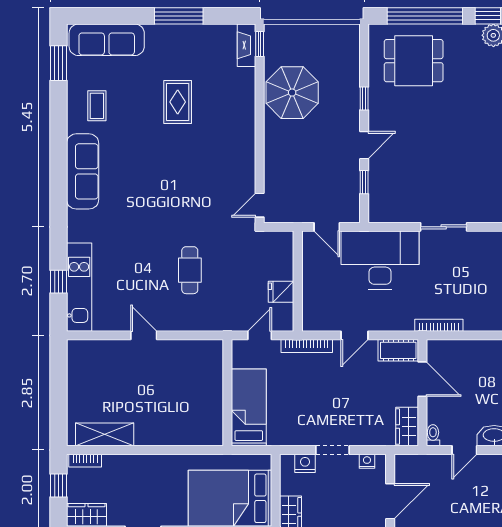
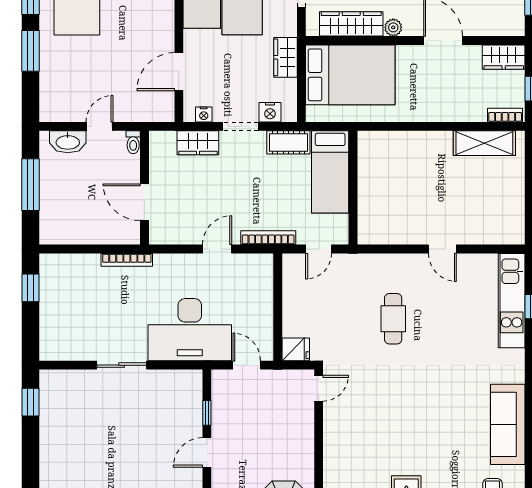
fridge: (281, 292) -> (296, 349), moved
cot: (398, 350) -> (288, 142), moved
wardrobe: (407, 427) -> (198, 143), moved, turned 90

